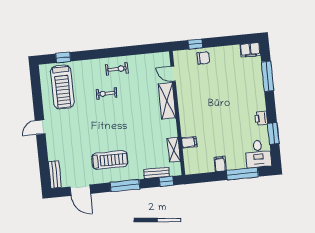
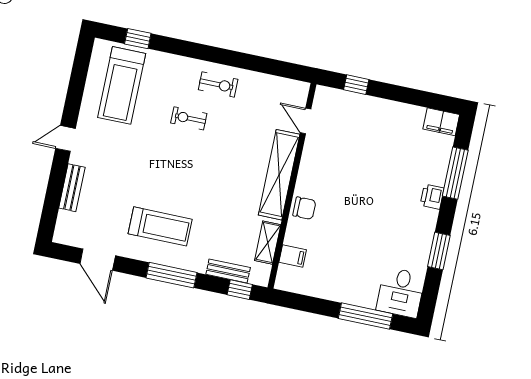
chair: (203, 58) -> (304, 208), moved
shelving: (167, 101) -> (279, 175), width x1.47
printer: (261, 118) -> (432, 197), moved
window: (273, 133) -> (439, 251), moved
filing cabinet: (189, 142) -> (293, 256), moved
filing cabinet: (220, 164) -> (335, 289), removed
bench: (55, 174) -> (72, 188), moved

